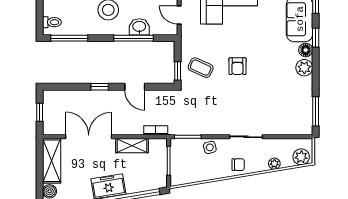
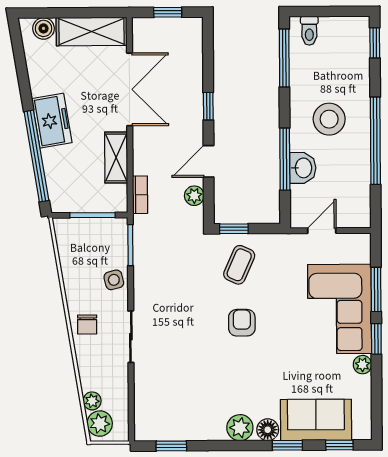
armchair: (237, 66) -> (242, 323), turned 90
plant: (157, 96) -> (194, 196), added
window: (316, 111) -> (171, 446), width x0.67
plant: (274, 164) -> (92, 401), moved

